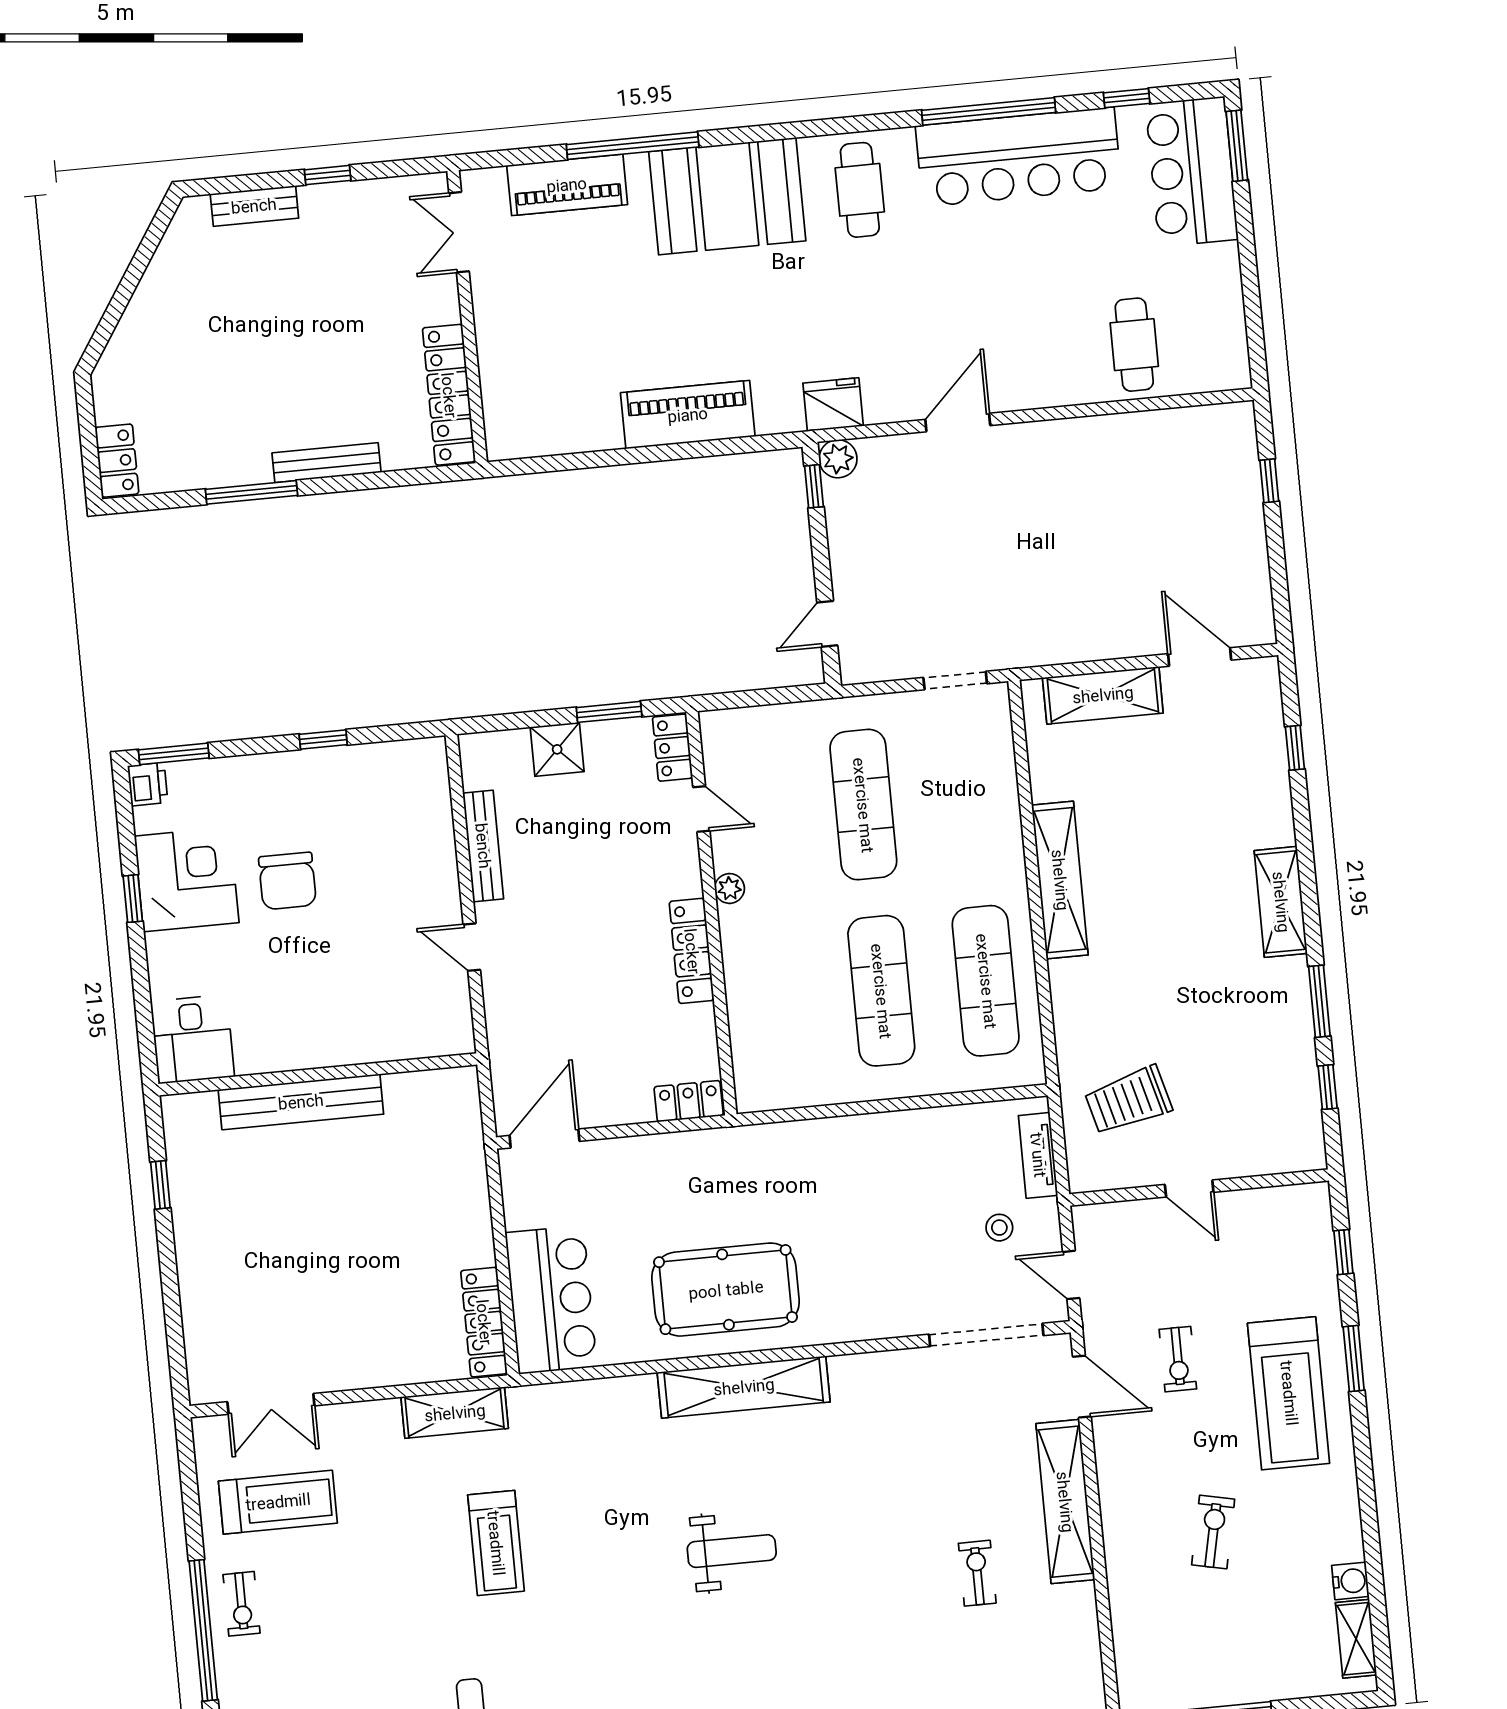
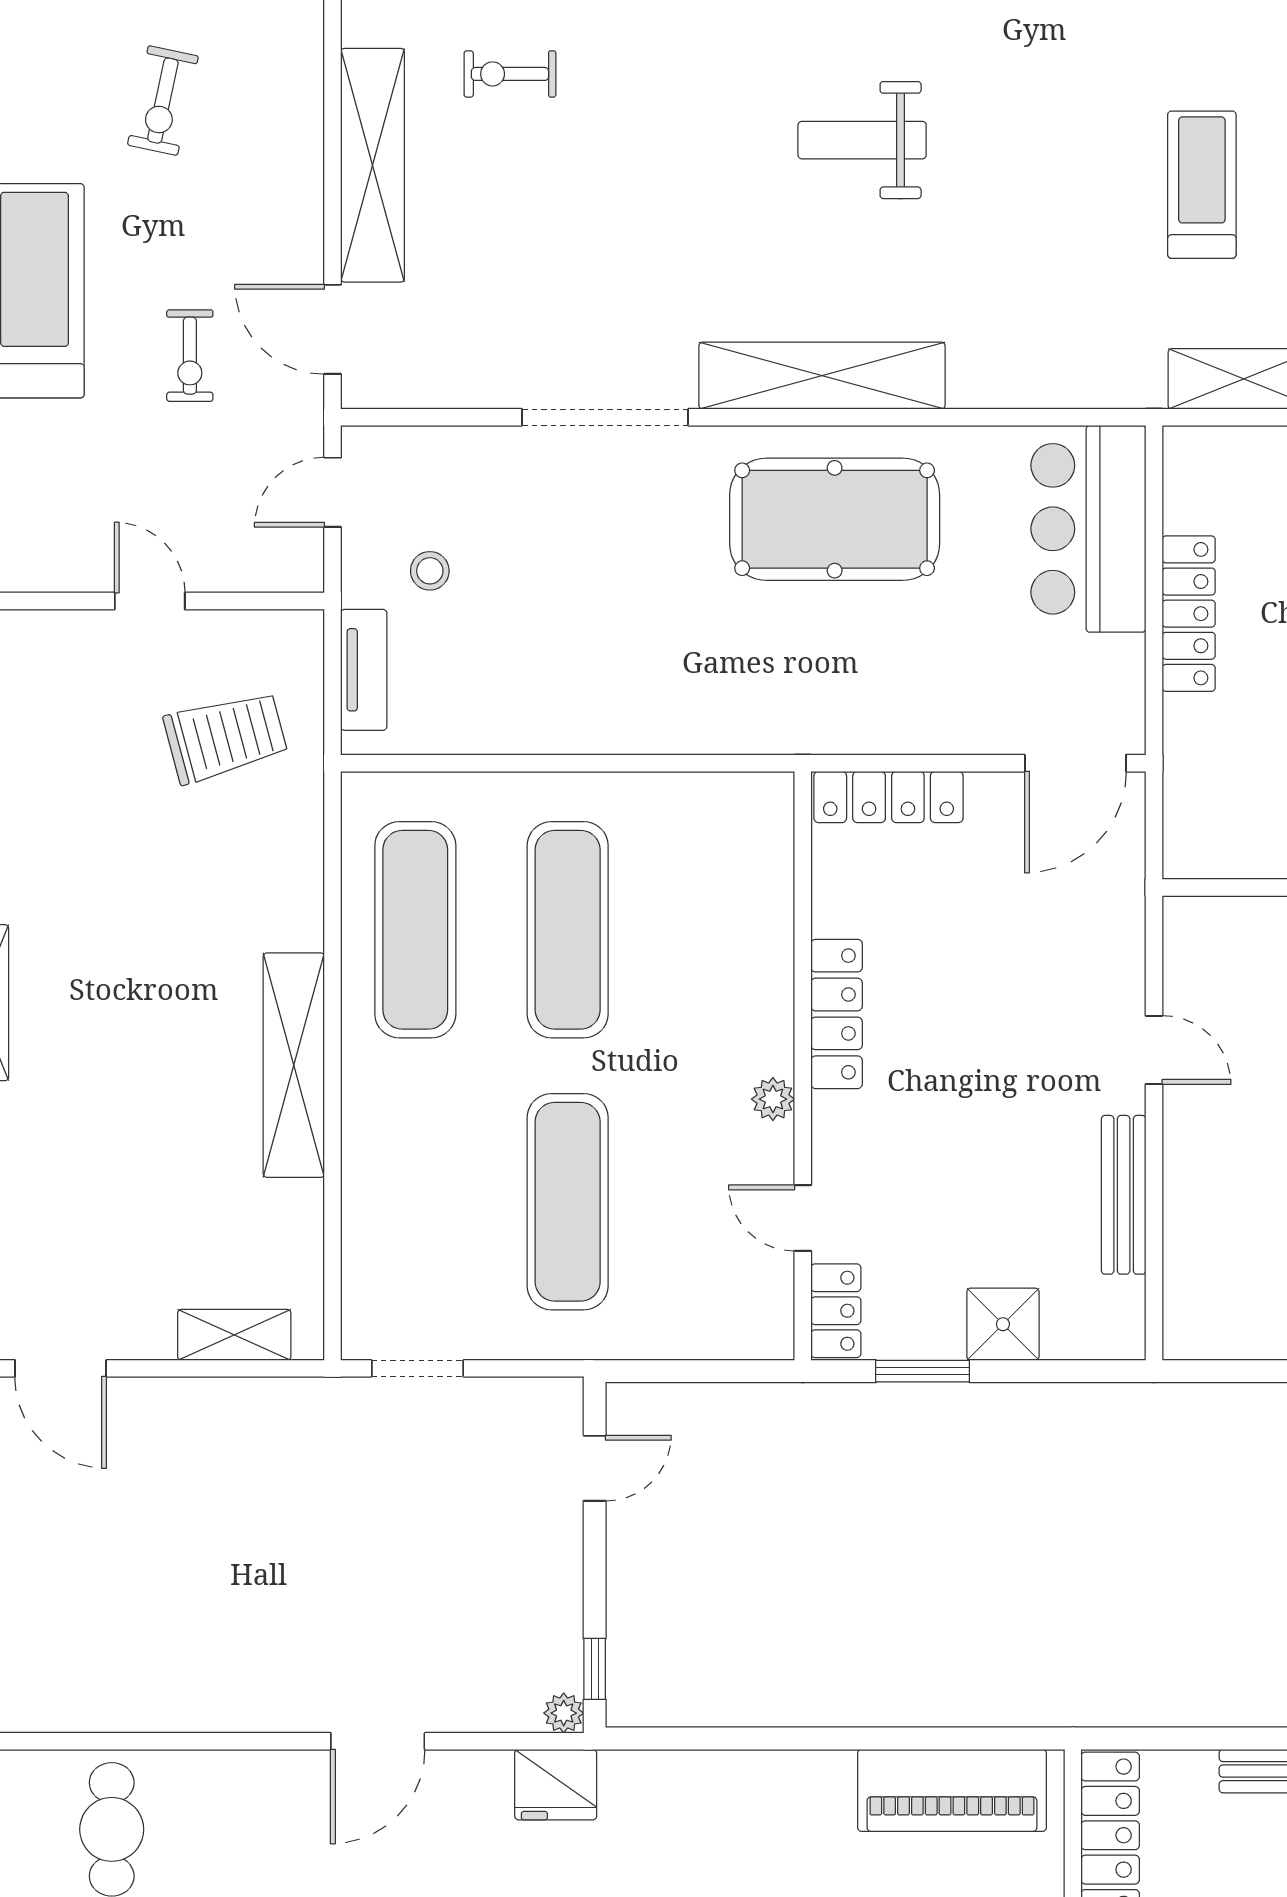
piano: (688, 415) -> (952, 1790), moved
plant: (838, 459) -> (564, 1713), width x0.73, depth x0.73
shelving: (1103, 695) -> (234, 1335), width x0.67, depth x0.75
locker: (689, 1101) -> (888, 797), width x1.53
door: (1071, 1275) -> (333, 492), swing flipped
locker: (484, 1322) -> (1189, 614), moved
doorway: (986, 1335) -> (605, 417), moved
exercise bike: (1178, 1359) -> (190, 356), turned 180
exercise bike: (977, 1573) -> (510, 74), turned 90

